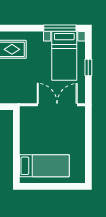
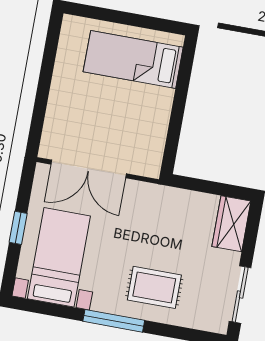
window: (60, 28) -> (114, 321), moved

